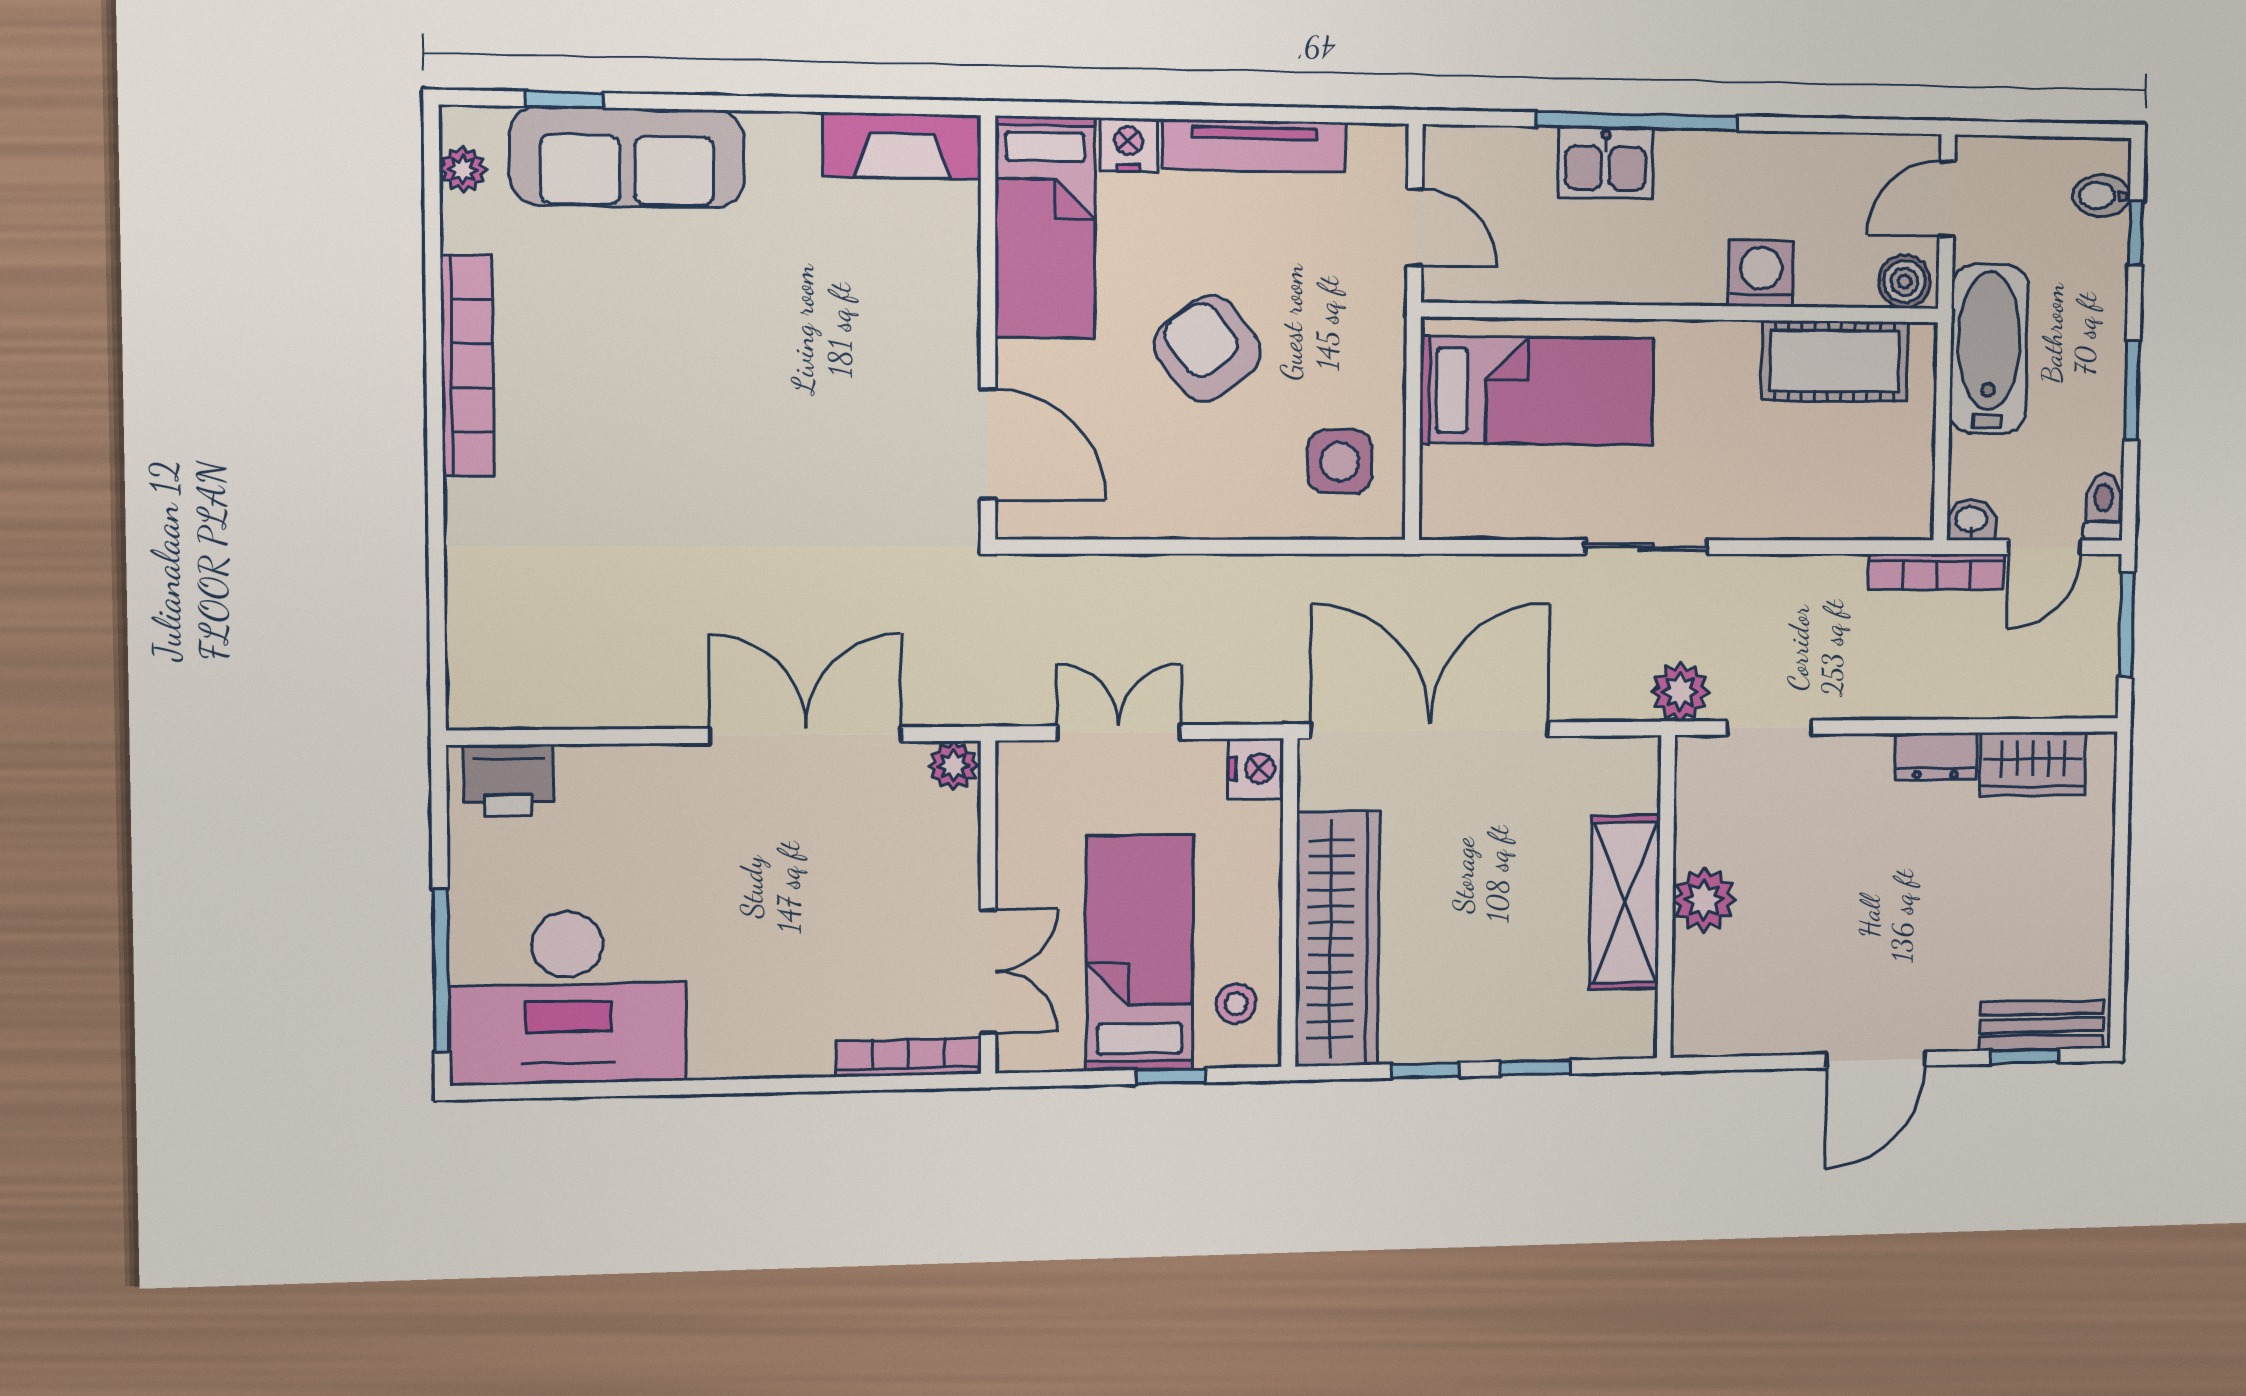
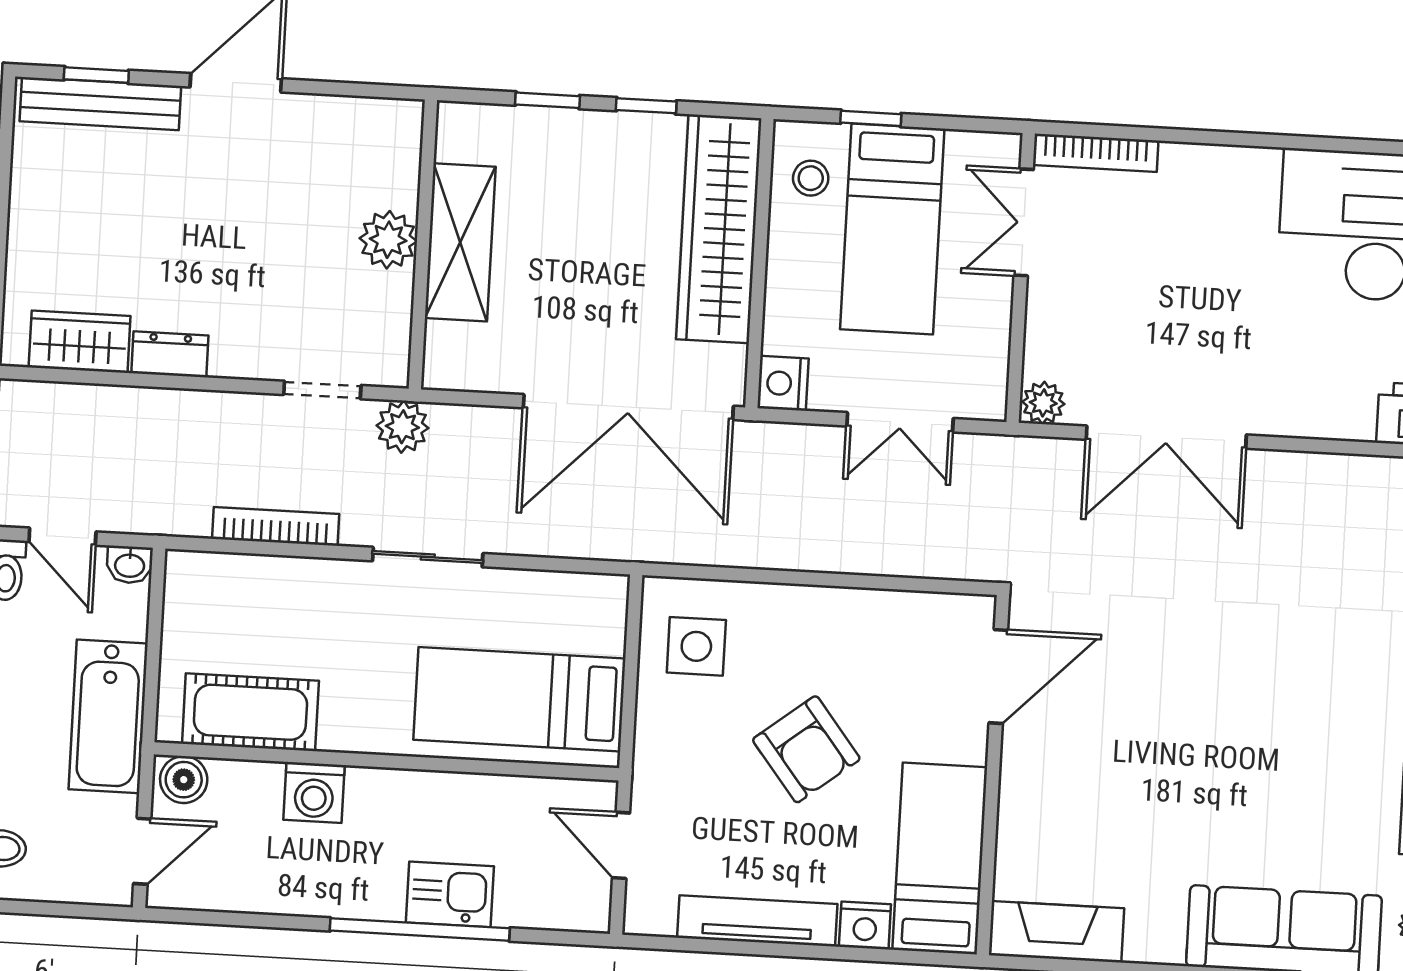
door: (988, 444) -> (998, 677), swing flipped
door: (2044, 547) -> (62, 537), swing flipped
bookcase: (1937, 572) -> (276, 526), moved
bench: (2042, 1025) -> (100, 104), width x1.36

